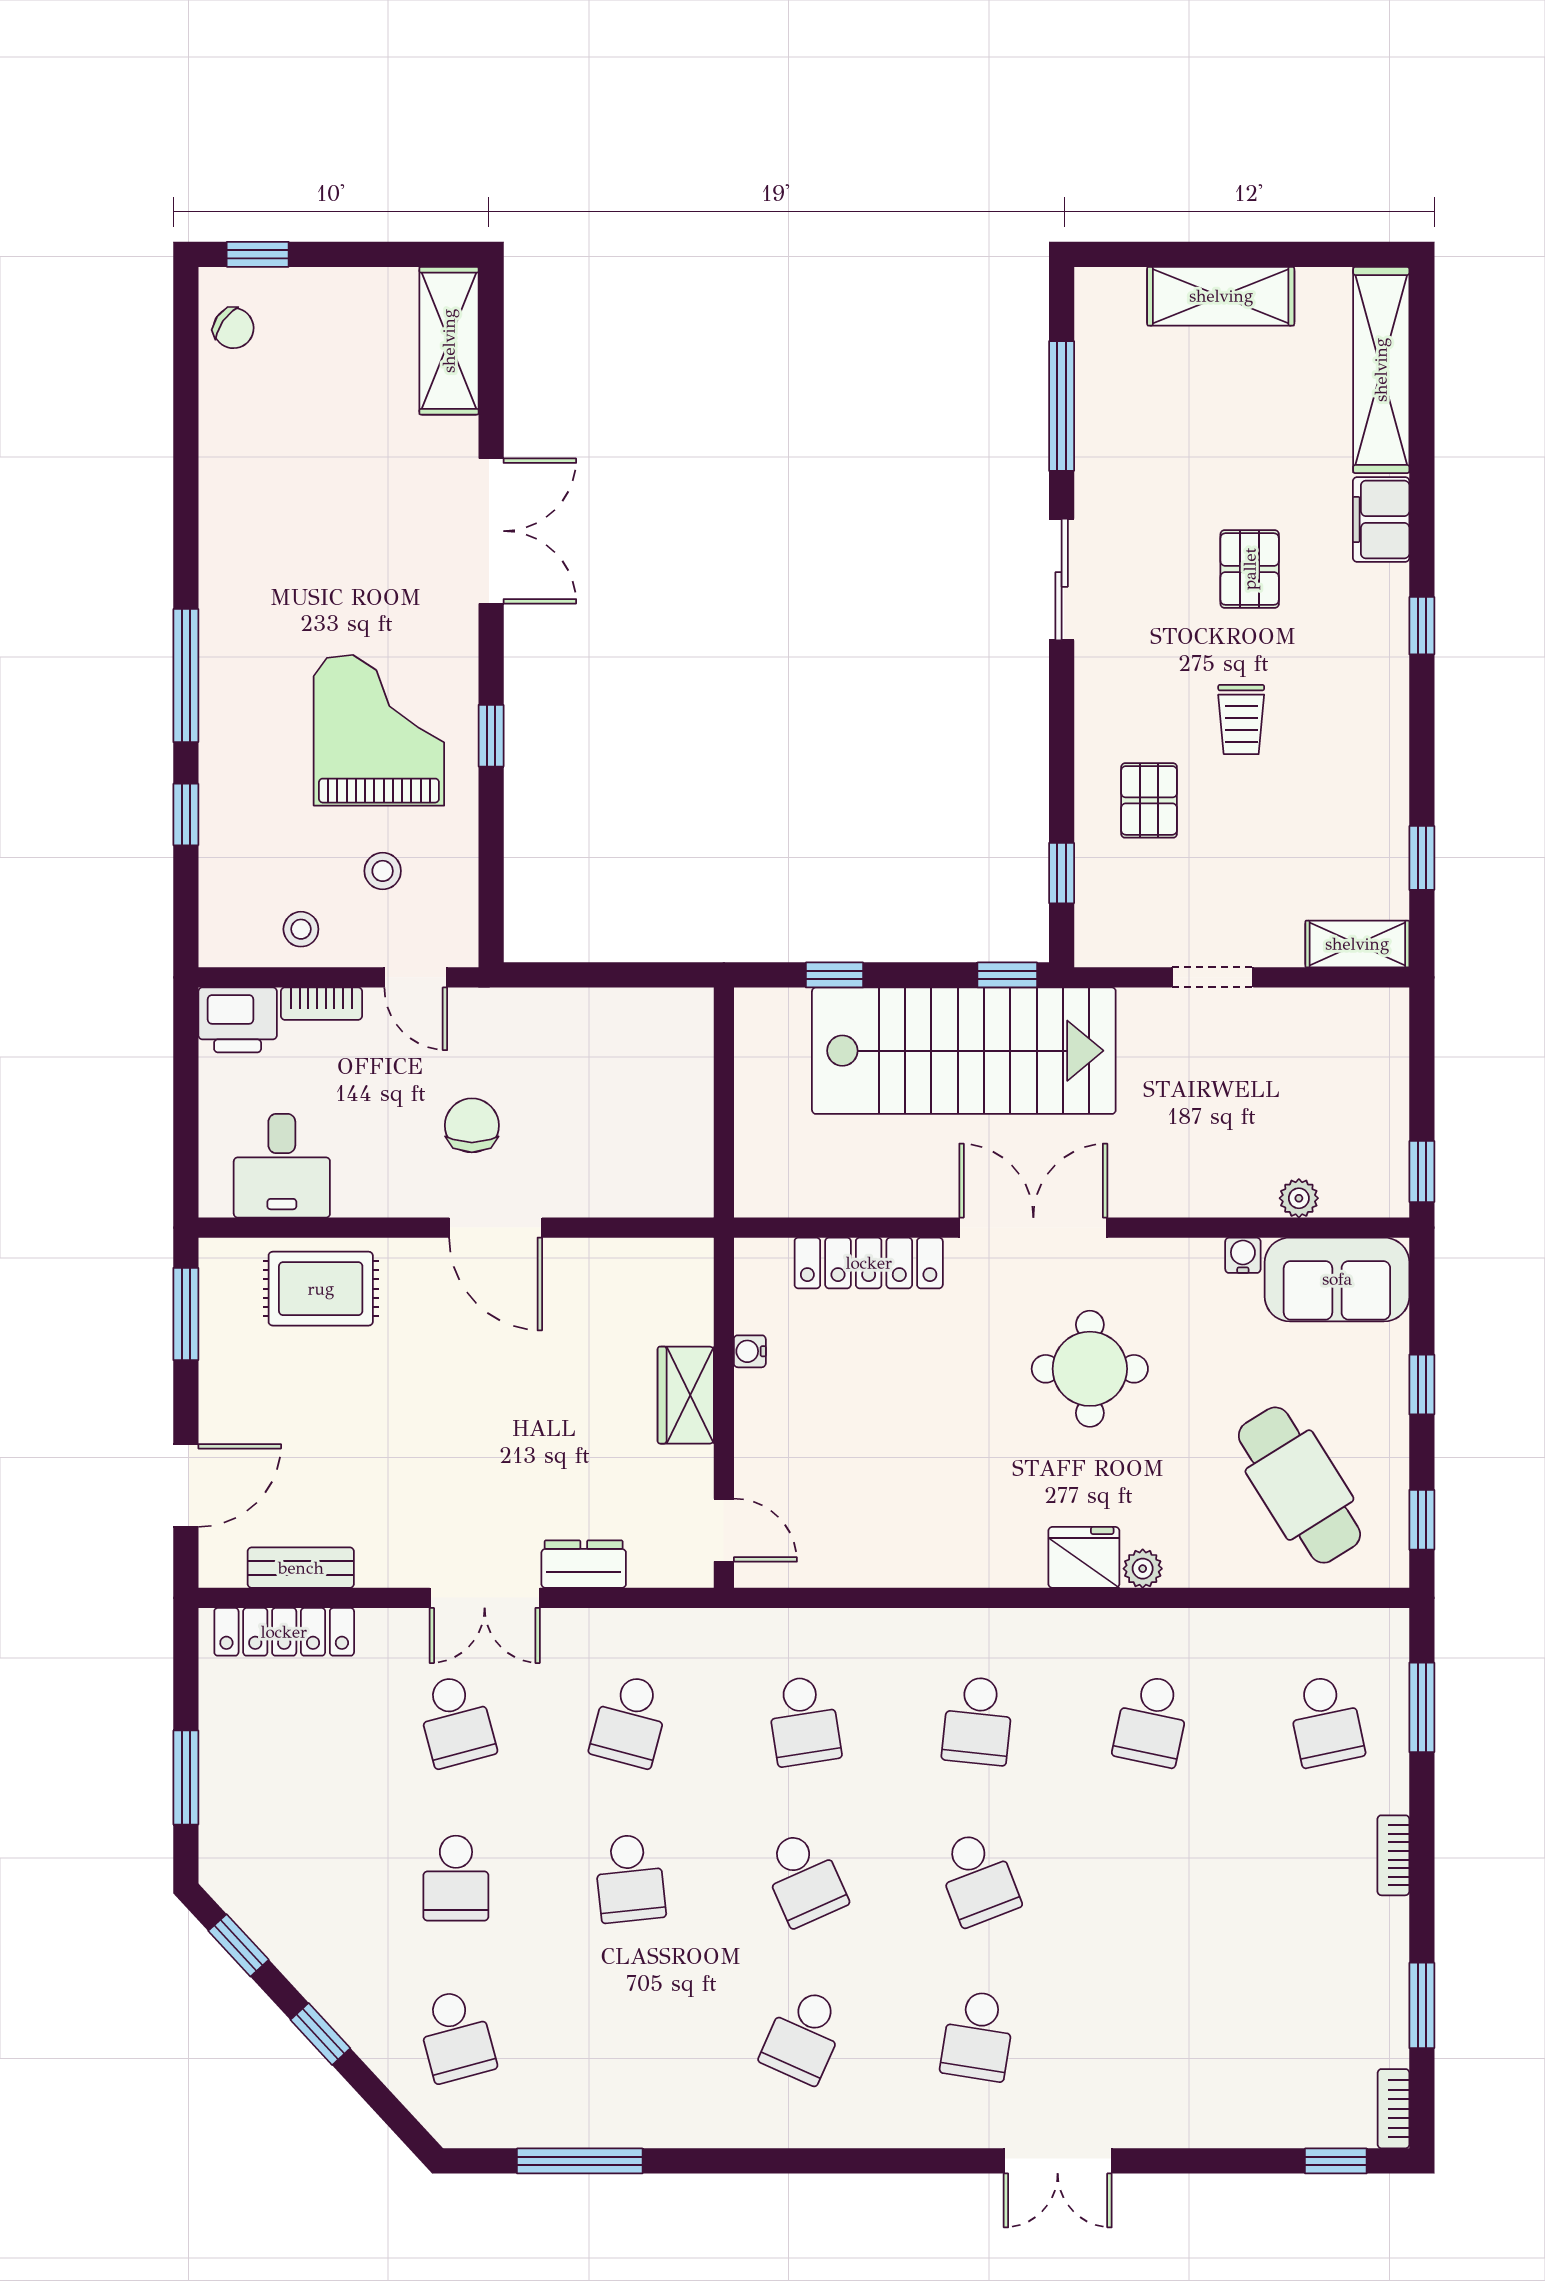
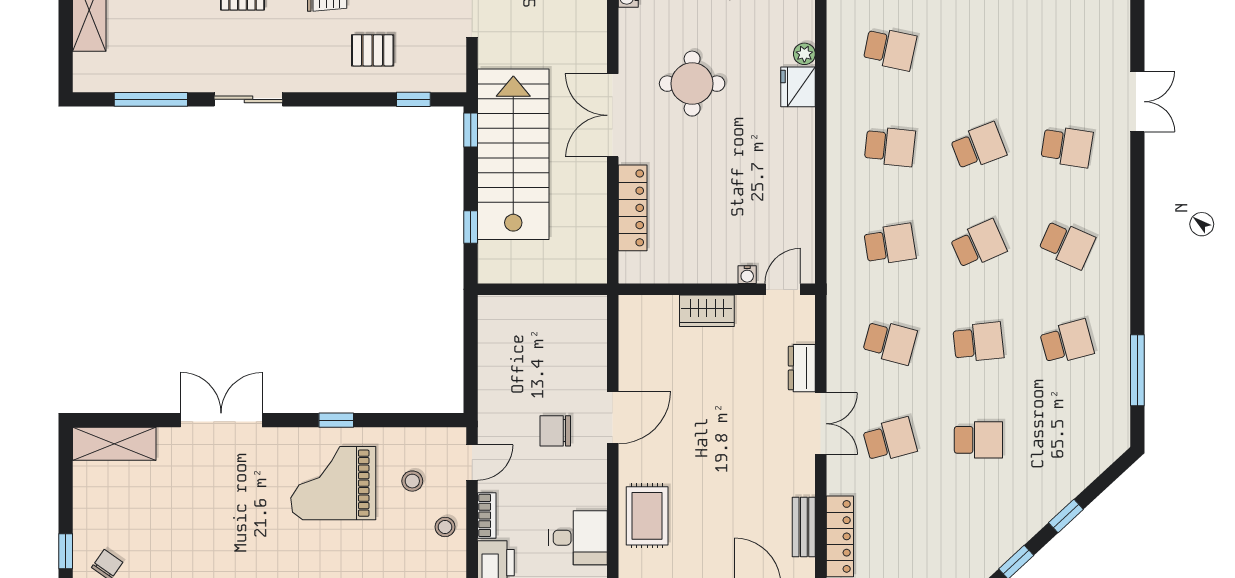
water cooler: (750, 1351) -> (747, 275), moved
school desk: (456, 2036) -> (1067, 342), moved

